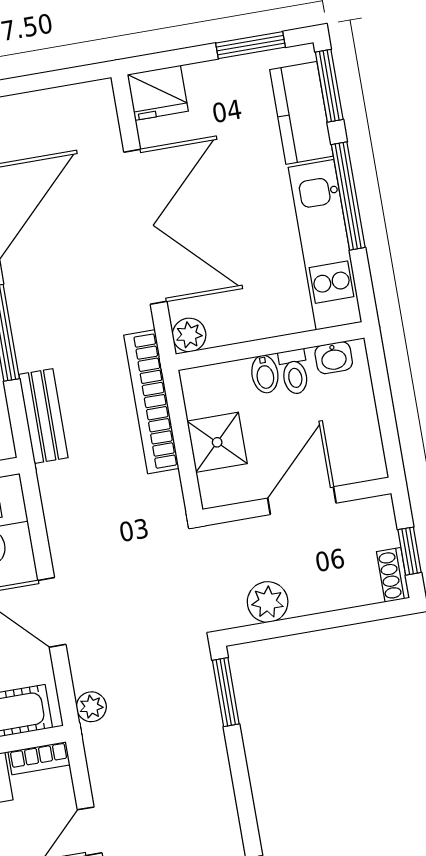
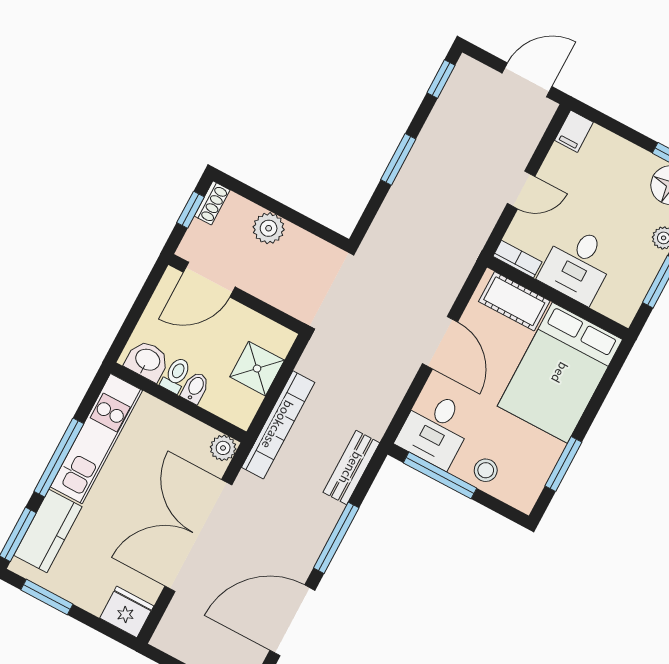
washbasin: (334, 358) -> (147, 361), width x1.38, depth x1.45
door: (302, 501) -> (209, 280), moved
plant: (268, 602) -> (269, 228), moved
window: (226, 692) -> (398, 159), moved
plant: (91, 707) -> (461, 266), removed

